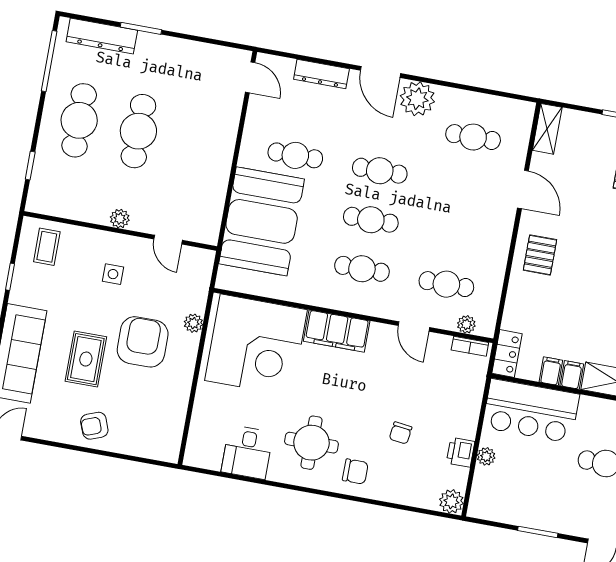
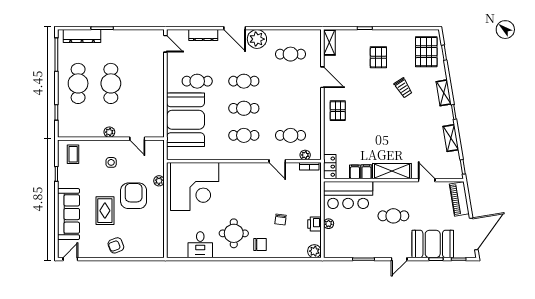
filing cabinet: (337, 331) -> (236, 171), removed

